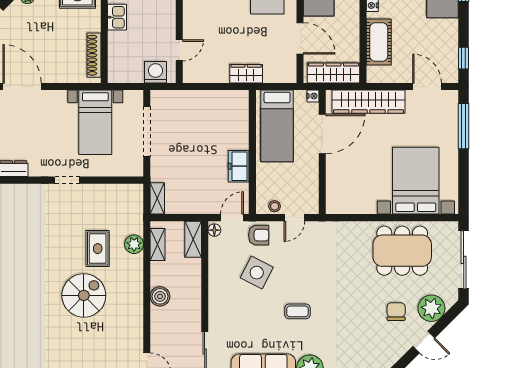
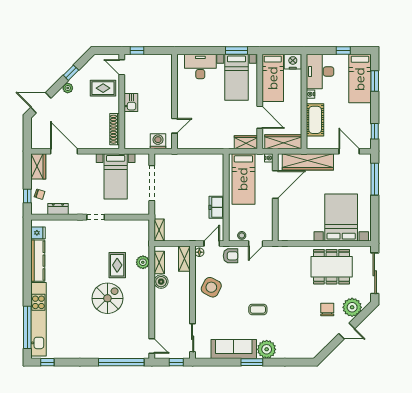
wardrobe: (246, 74) -> (246, 142), moved
side table: (257, 273) -> (211, 287), moved
boiler: (160, 296) -> (161, 282), moved

